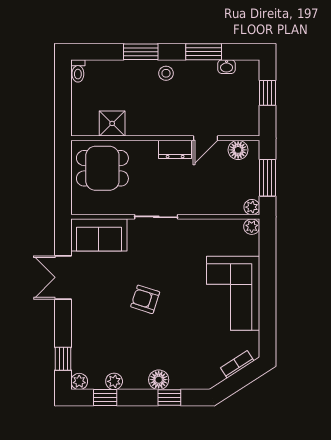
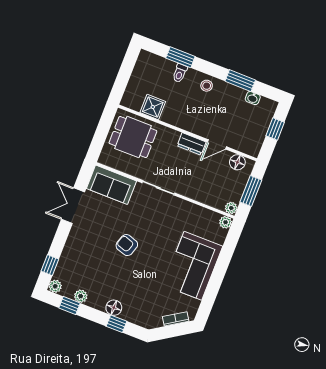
window: (141, 52) -> (180, 57), moved
toilet: (78, 71) -> (180, 73), moved

